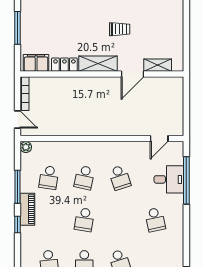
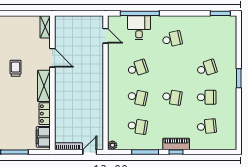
shelving: (158, 65) -> (45, 27), moved
piano: (27, 209) -> (176, 144), moved

